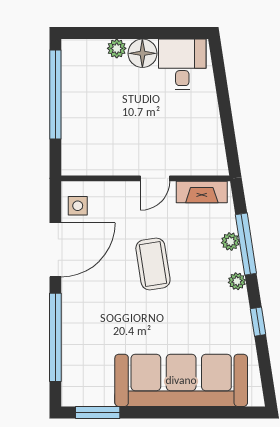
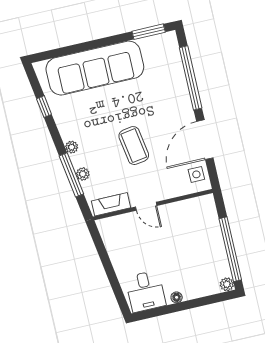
plant: (117, 48) -> (227, 284), moved
floor lamp: (142, 53) -> (177, 297), width x0.53, depth x0.53
door: (155, 178) -> (146, 206), swing flipped
window: (258, 322) -> (44, 107), moved

